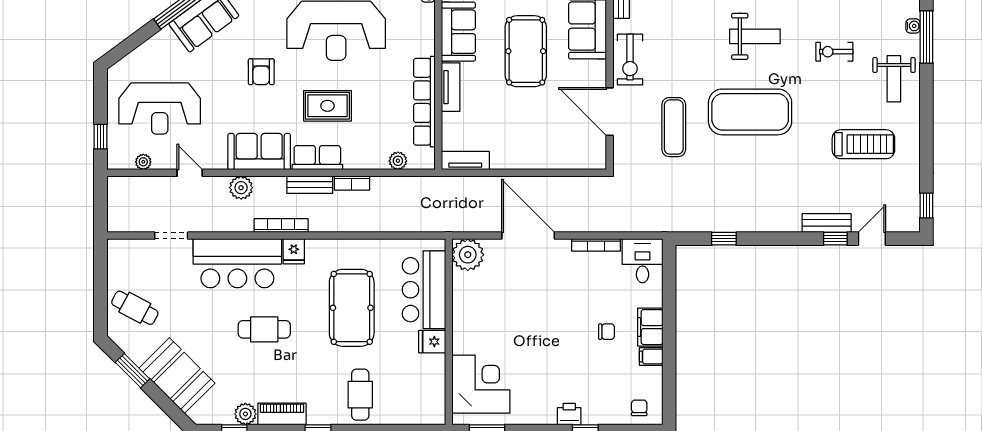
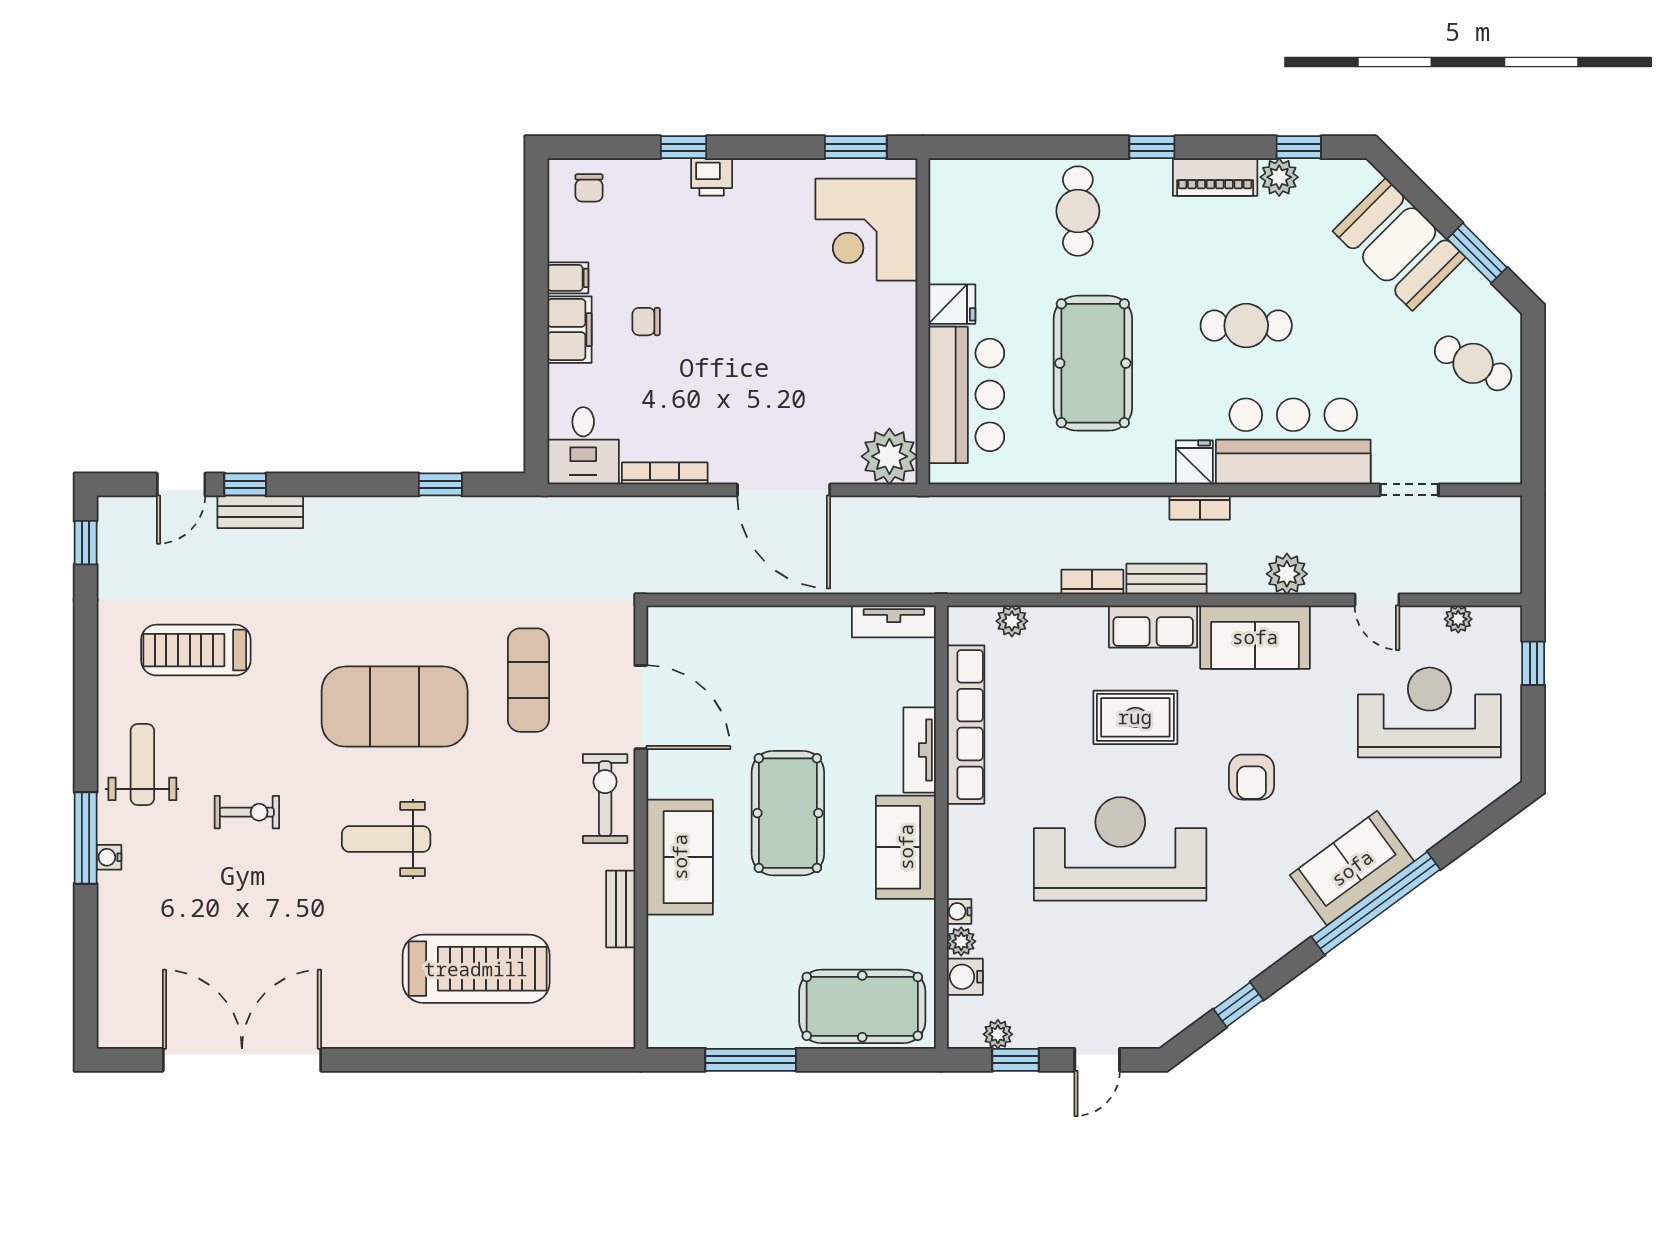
armchair: (261, 72) -> (1252, 777), turned 180
bookcase: (281, 226) -> (1200, 507), width x0.64

